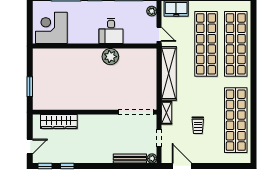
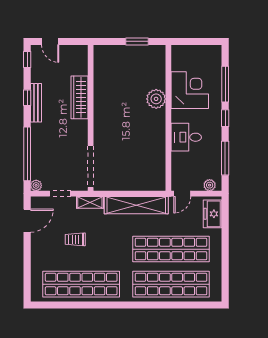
corner desk: (51, 28) -> (190, 90), moved
plant: (110, 57) -> (156, 99), moved
window: (30, 87) -> (137, 41), moved
wardrobe: (59, 122) -> (80, 97), moved
bench: (130, 159) -> (36, 103), moved
window: (67, 166) -> (27, 98), moved
window: (125, 166) -> (27, 154), added

